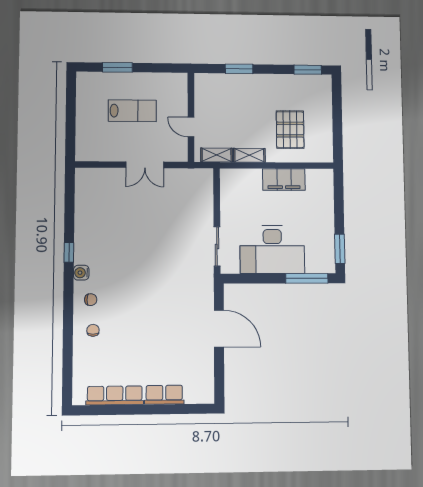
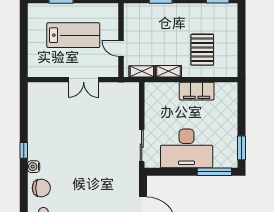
lab bench: (132, 111) -> (73, 35), width x1.36, depth x1.39
chair: (91, 300) -> (41, 188), width x1.87, depth x1.87

